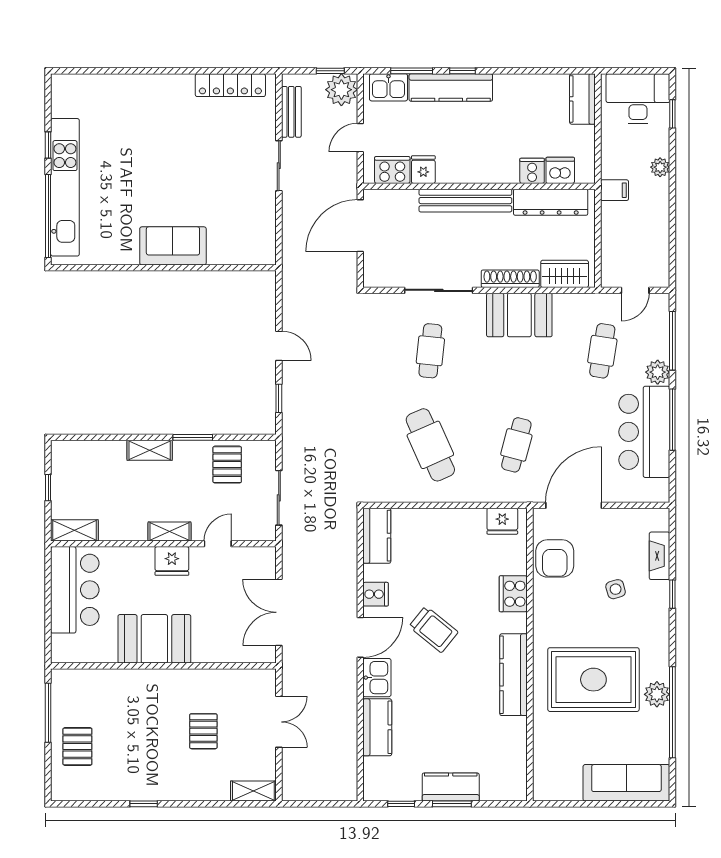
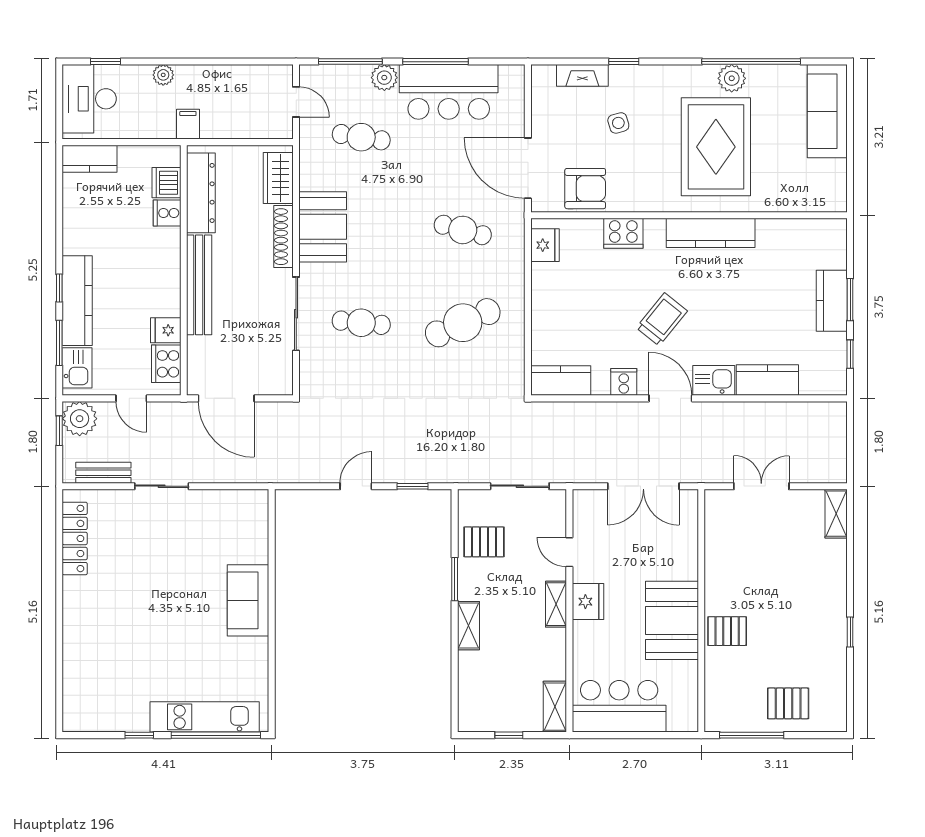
kitchen unit: (65, 187) -> (205, 717), width x0.73
pallet: (203, 731) -> (727, 631), moved

